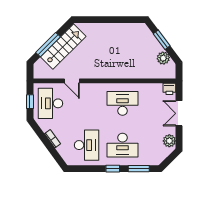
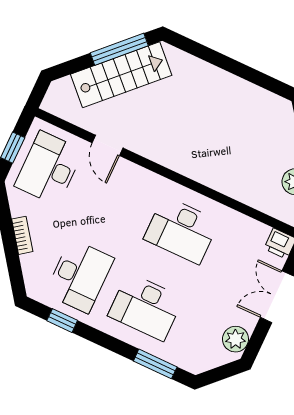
window: (48, 45) -> (119, 49), moved
desk: (123, 103) -> (181, 230), turned 180
window: (113, 169) -> (62, 321), moved

